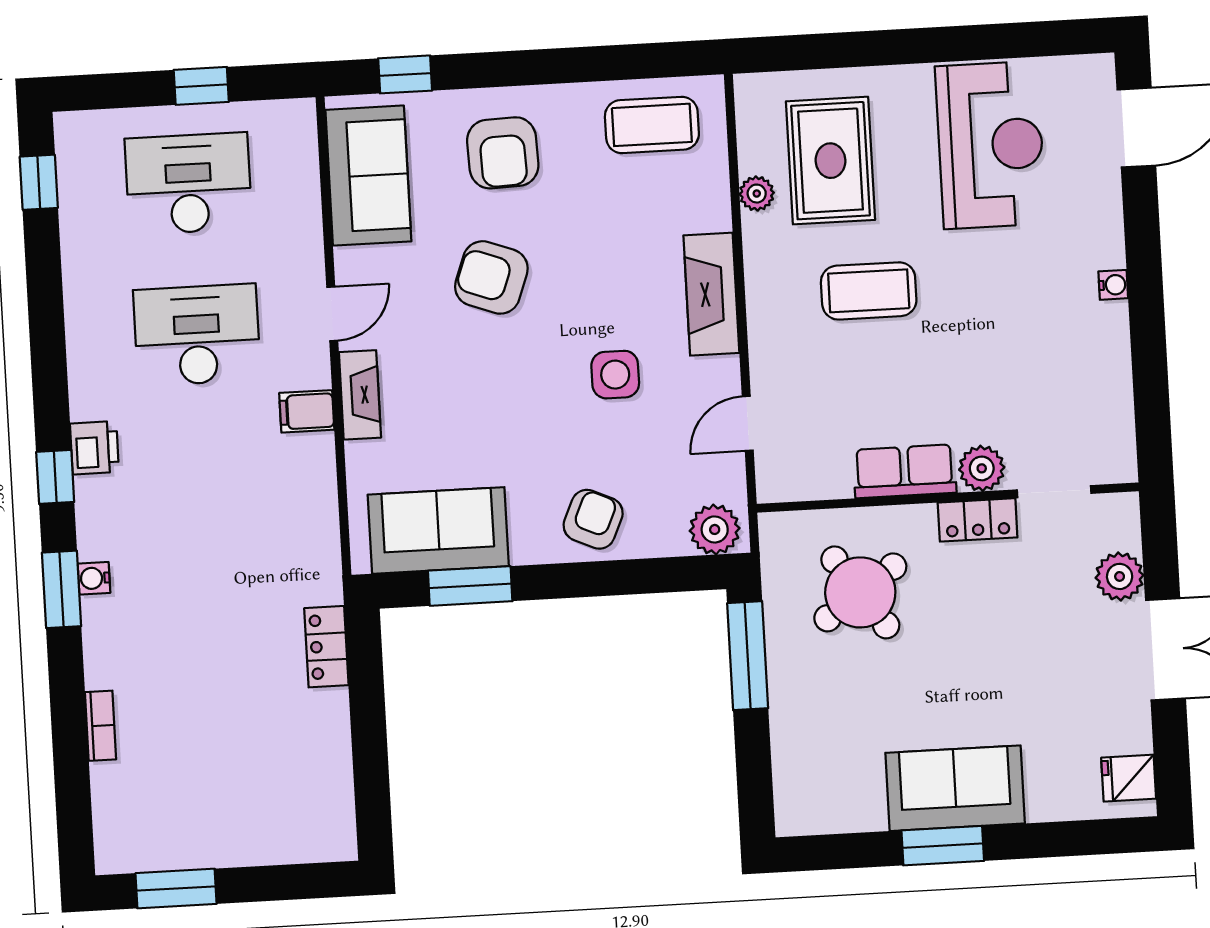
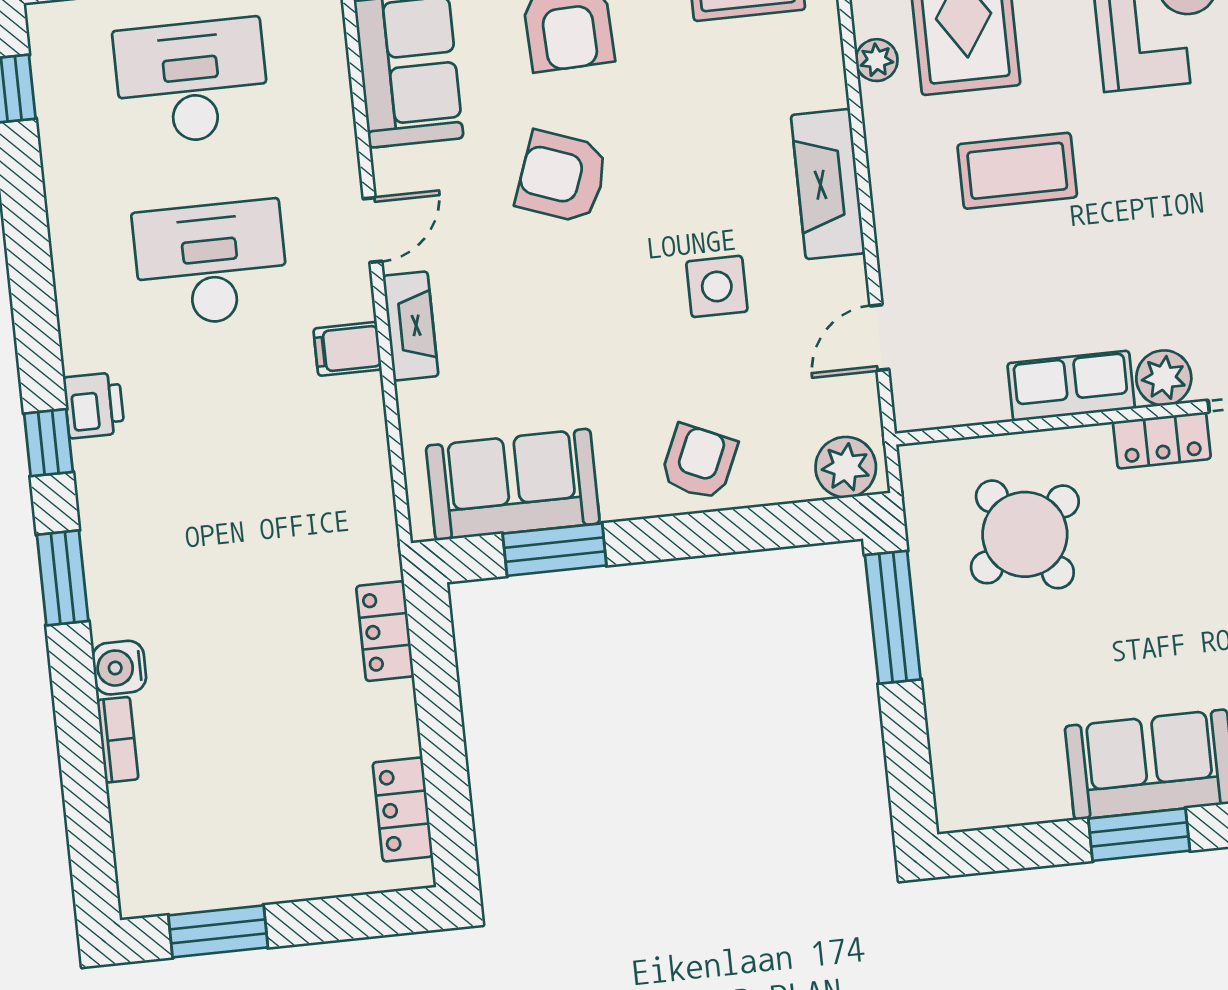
water cooler: (94, 578) -> (119, 668), moved, width x1.38, depth x1.38
locker: (334, 795) -> (403, 809), added

